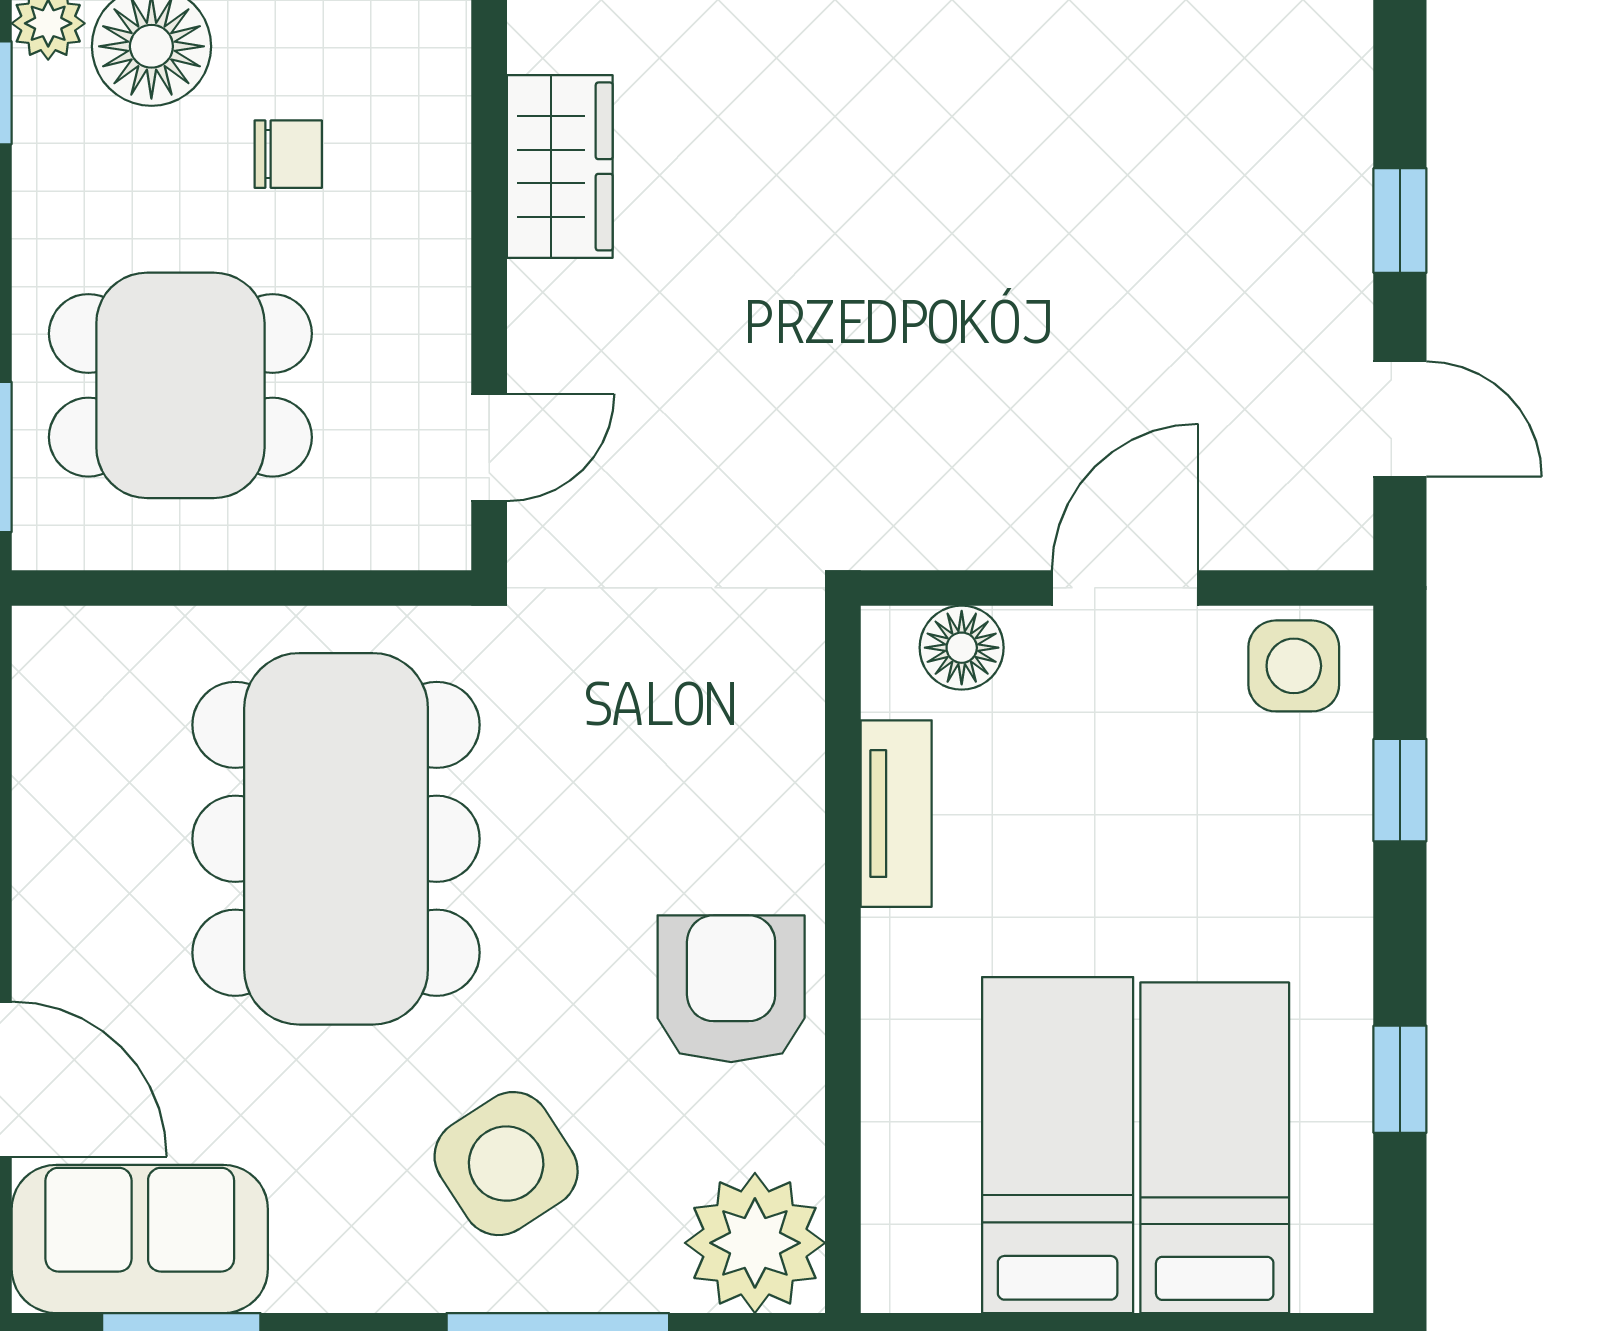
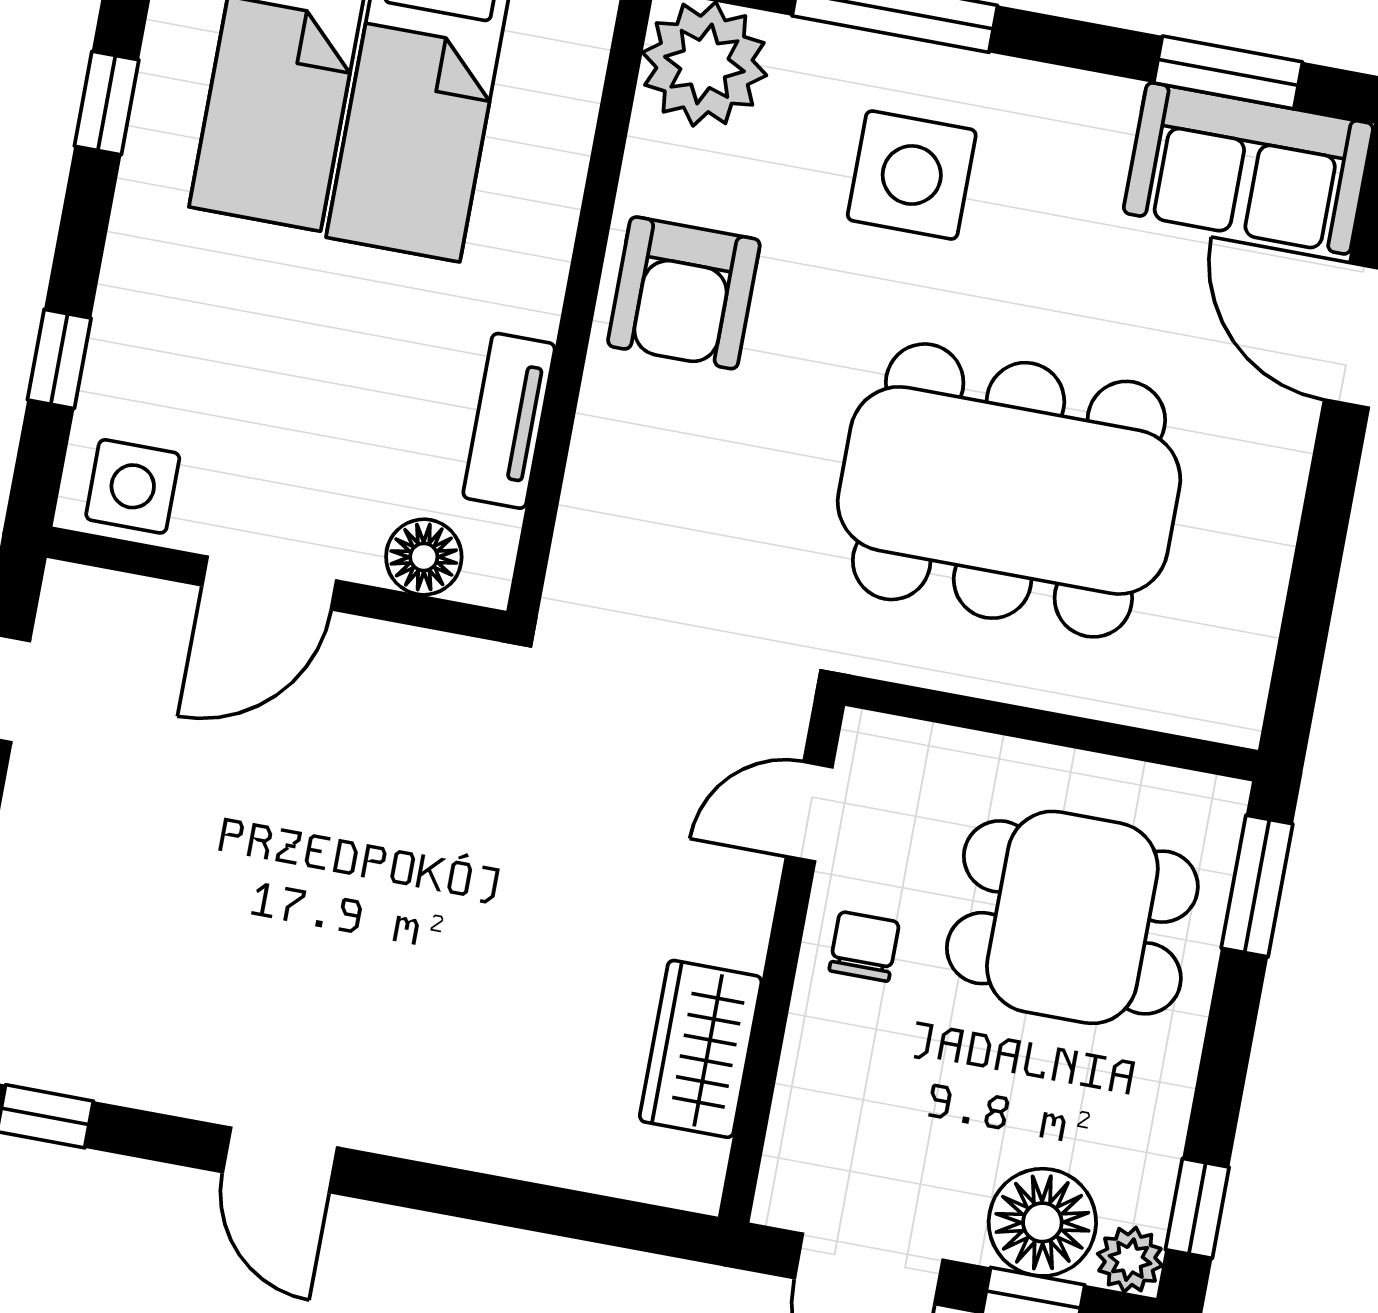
chair: (288, 154) -> (864, 946), moved, turned 90
dining table: (336, 839) -> (1009, 490), turned 90
side table: (506, 1164) -> (912, 175), turned 33

